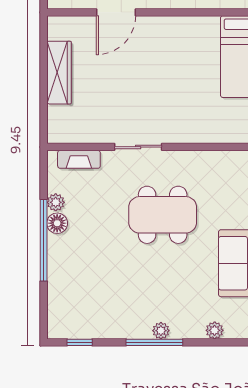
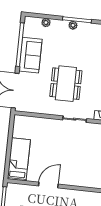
door: (116, 12) -> (48, 185), moved
dining table: (163, 215) -> (66, 84), turned 90

